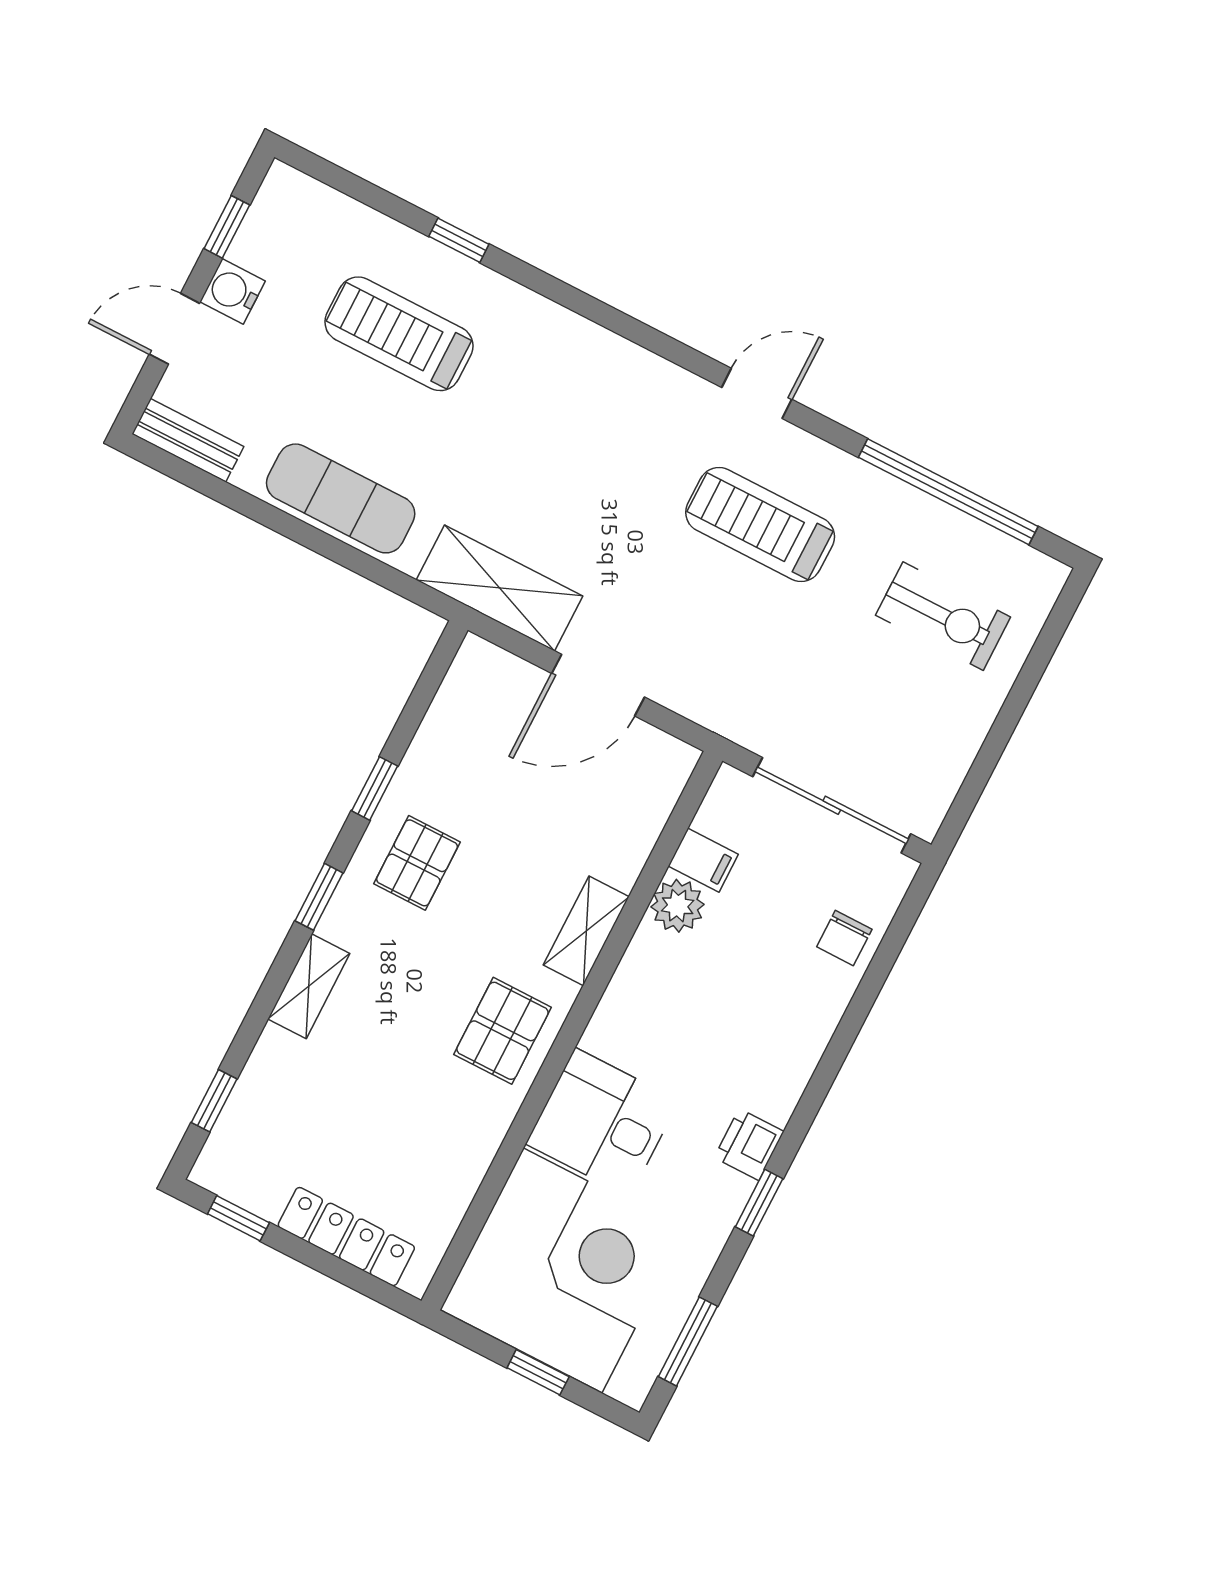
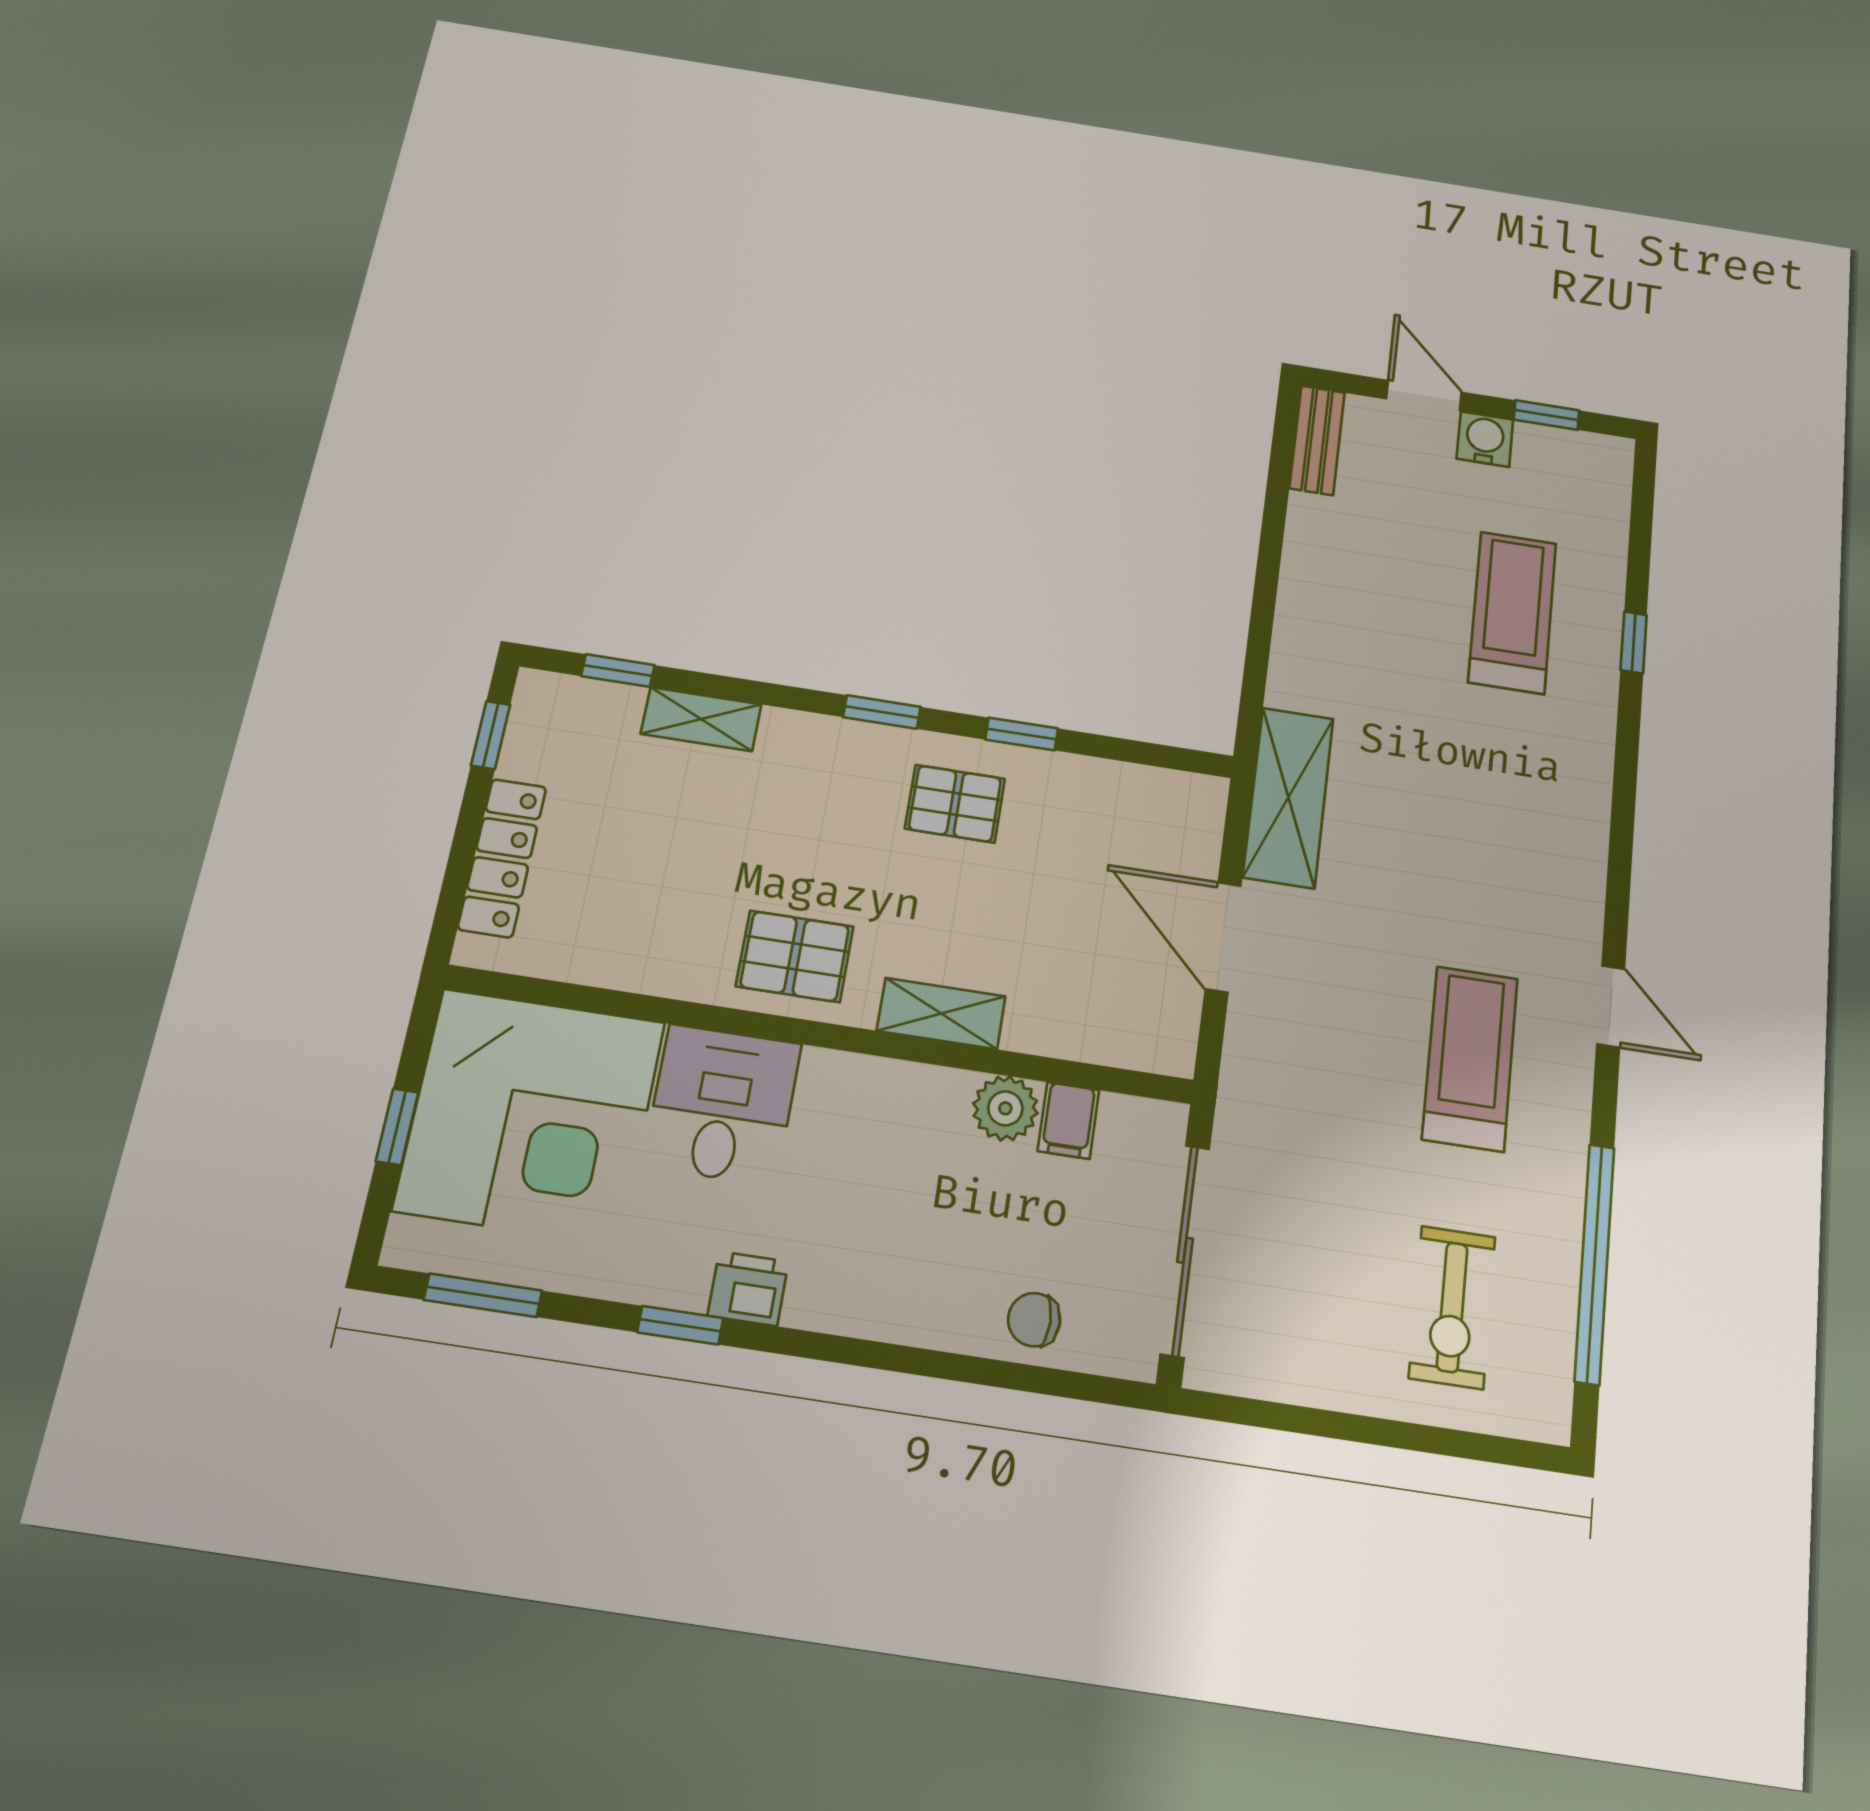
exercise mat: (341, 498) -> (1318, 606), removed
shelving: (309, 986) -> (701, 719), moved

